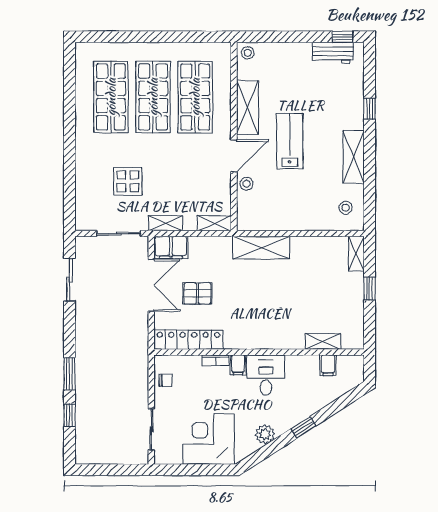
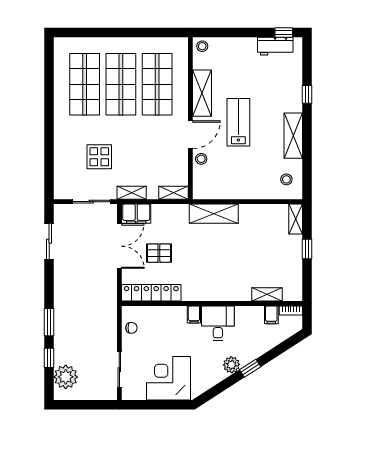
bookcase: (216, 360) -> (291, 310), moved
plant: (265, 434) -> (232, 365), moved
plant: (89, 437) -> (66, 377), added

